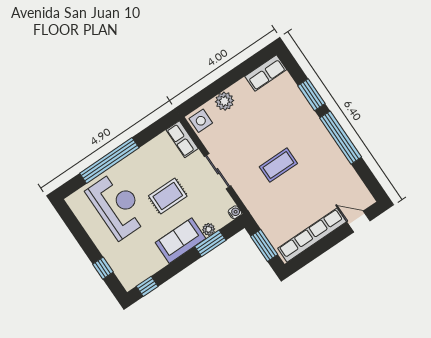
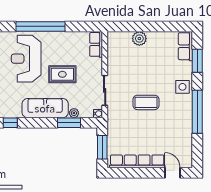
row of seats: (266, 73) -> (185, 46), moved, turned 90
window: (311, 95) -> (197, 61), moved
side table: (201, 121) -> (182, 87), moved
sliding door: (218, 171) -> (105, 90), moved
reception desk: (117, 206) -> (26, 59), turned 180
sofa: (181, 241) -> (45, 108), width x1.36

